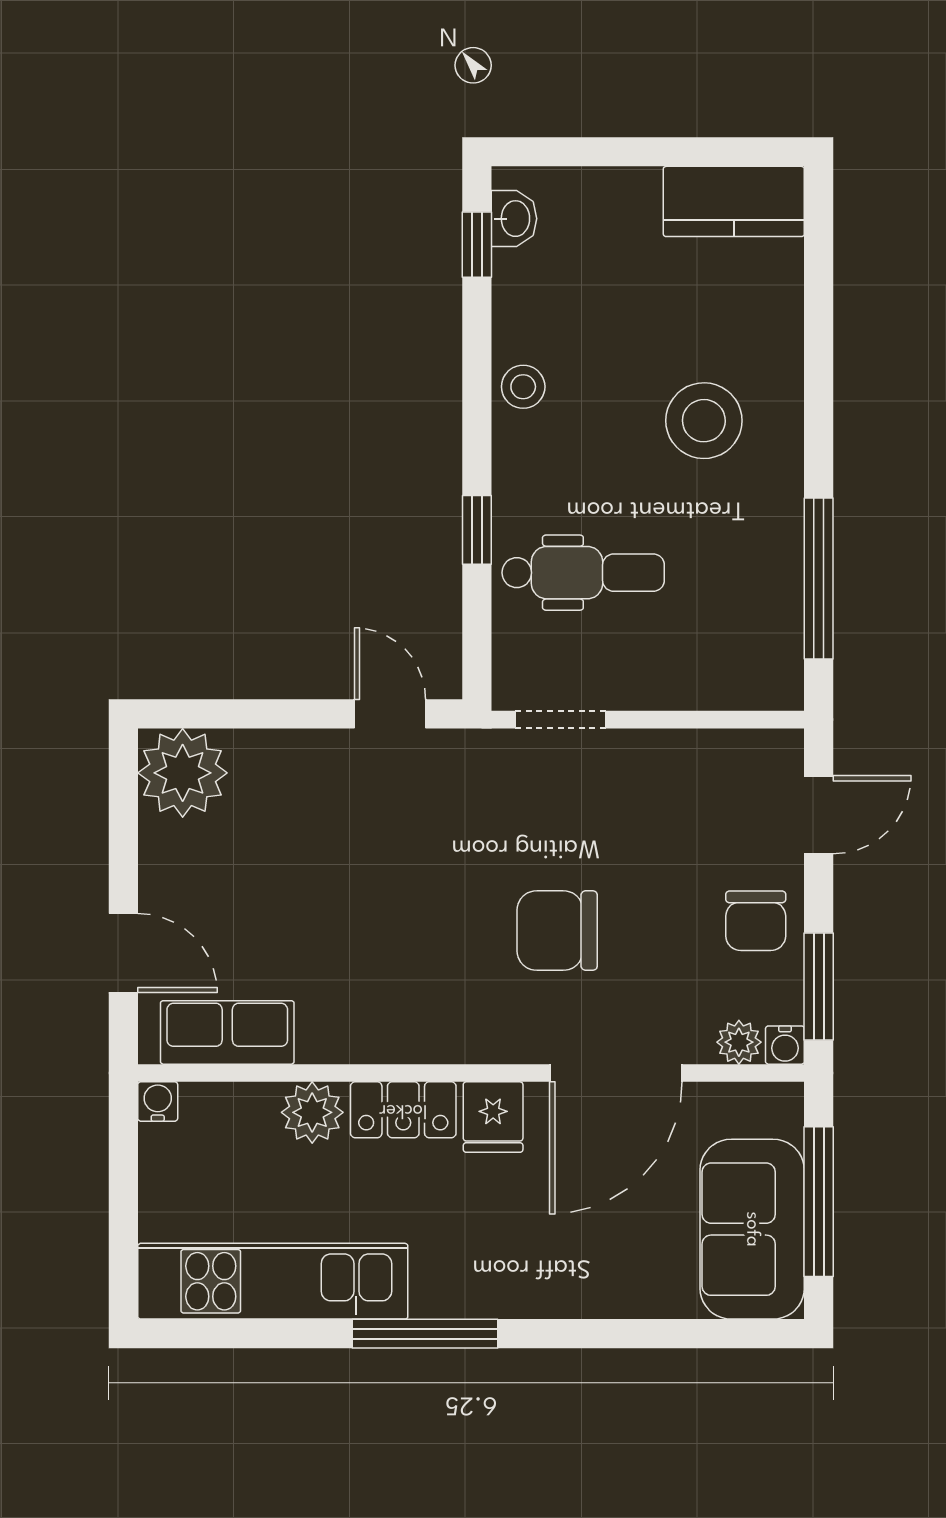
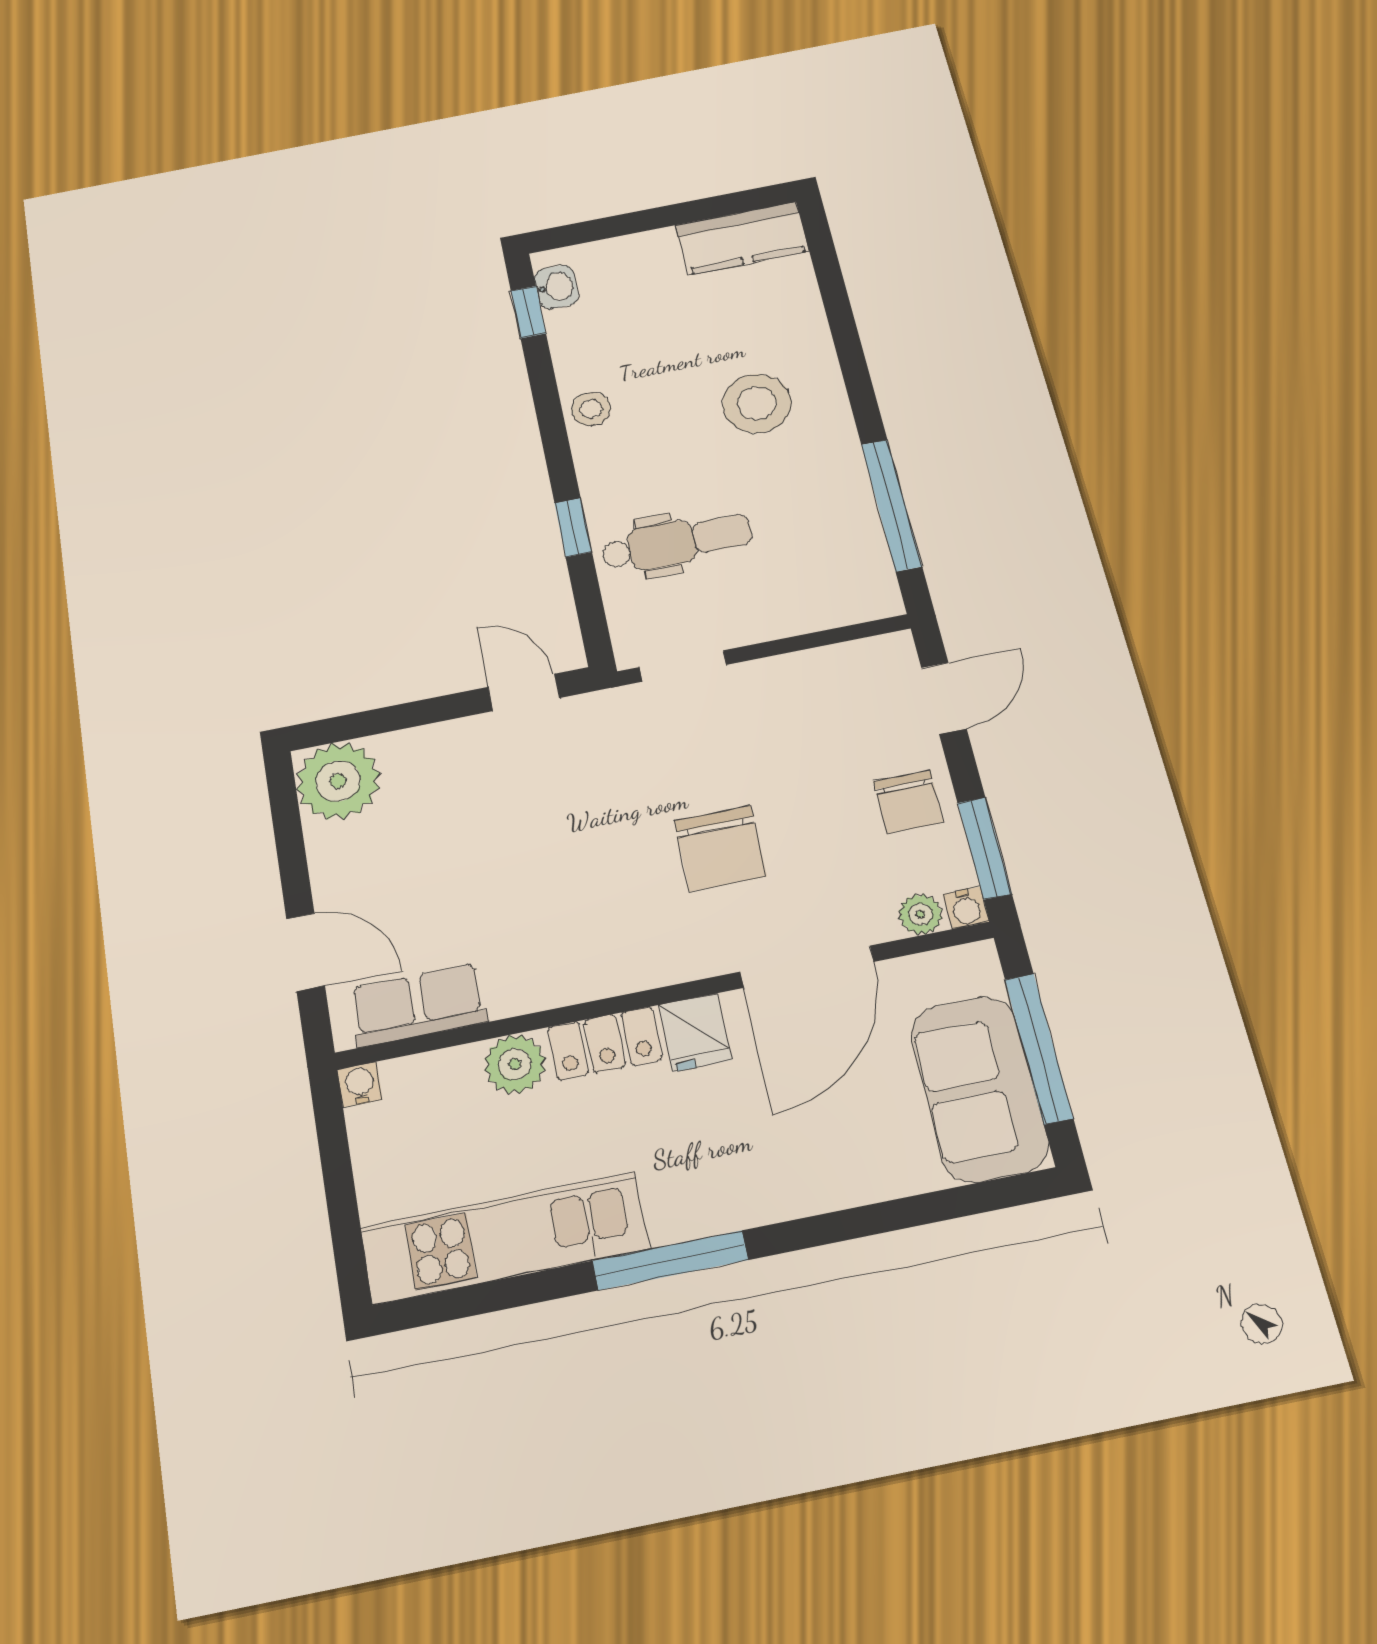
chair: (557, 931) -> (720, 848), turned -90

